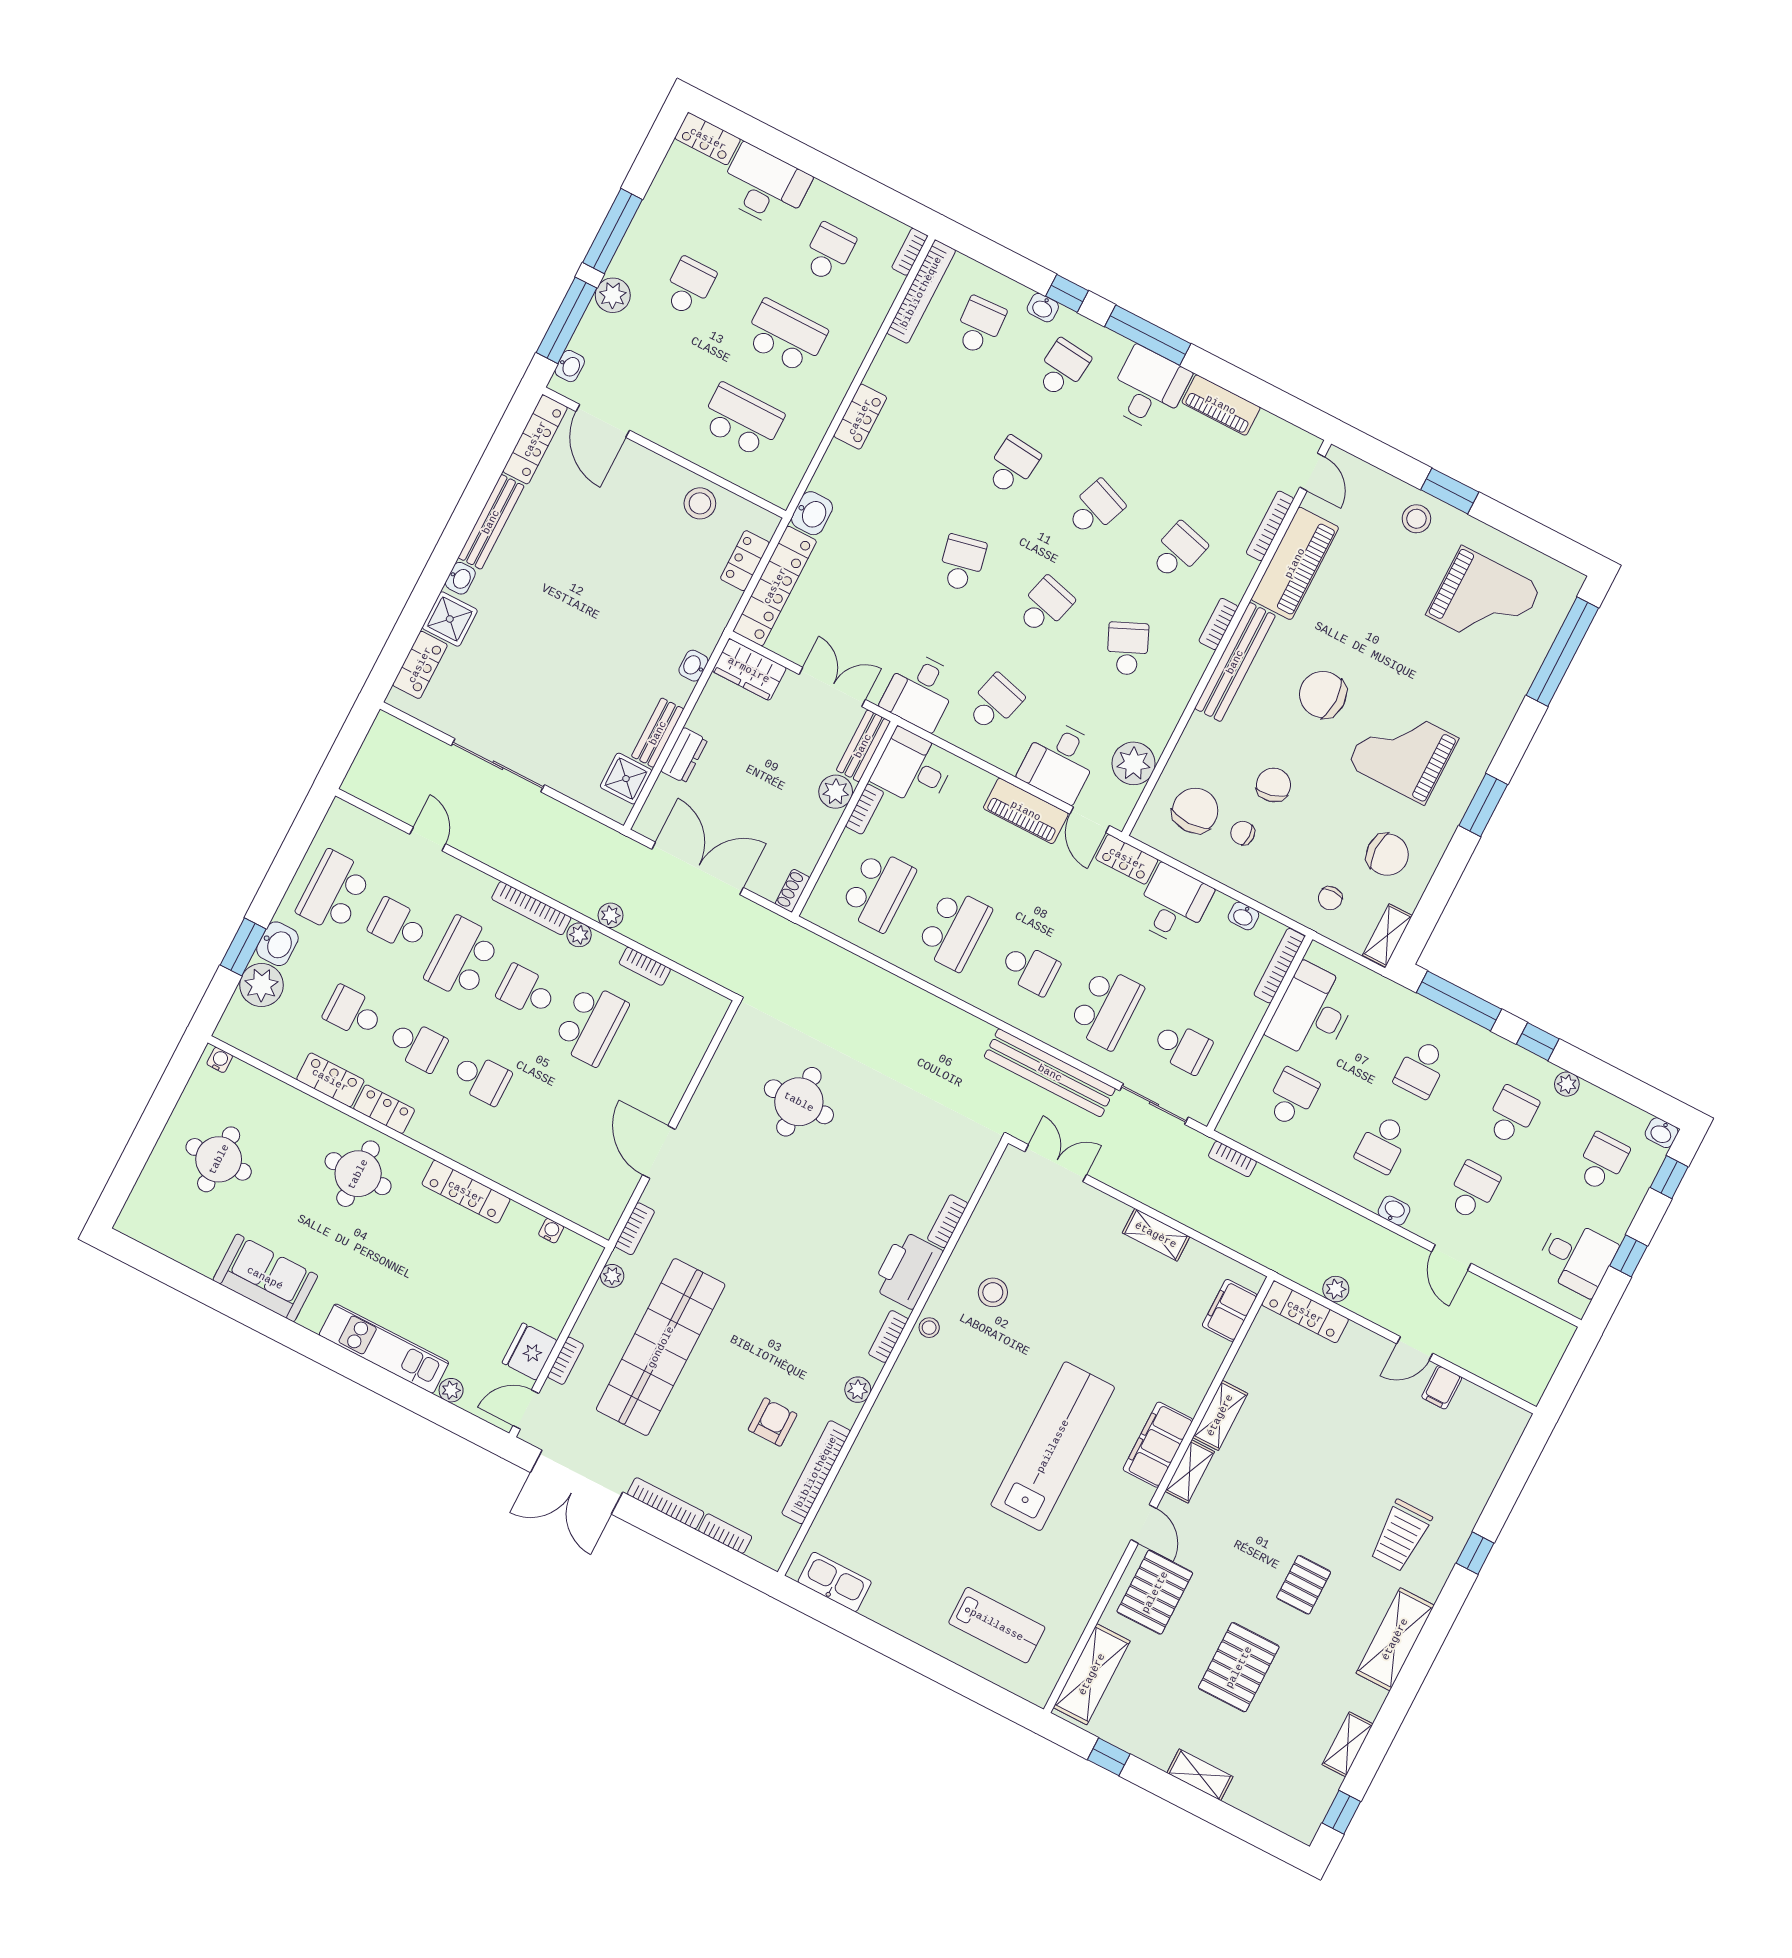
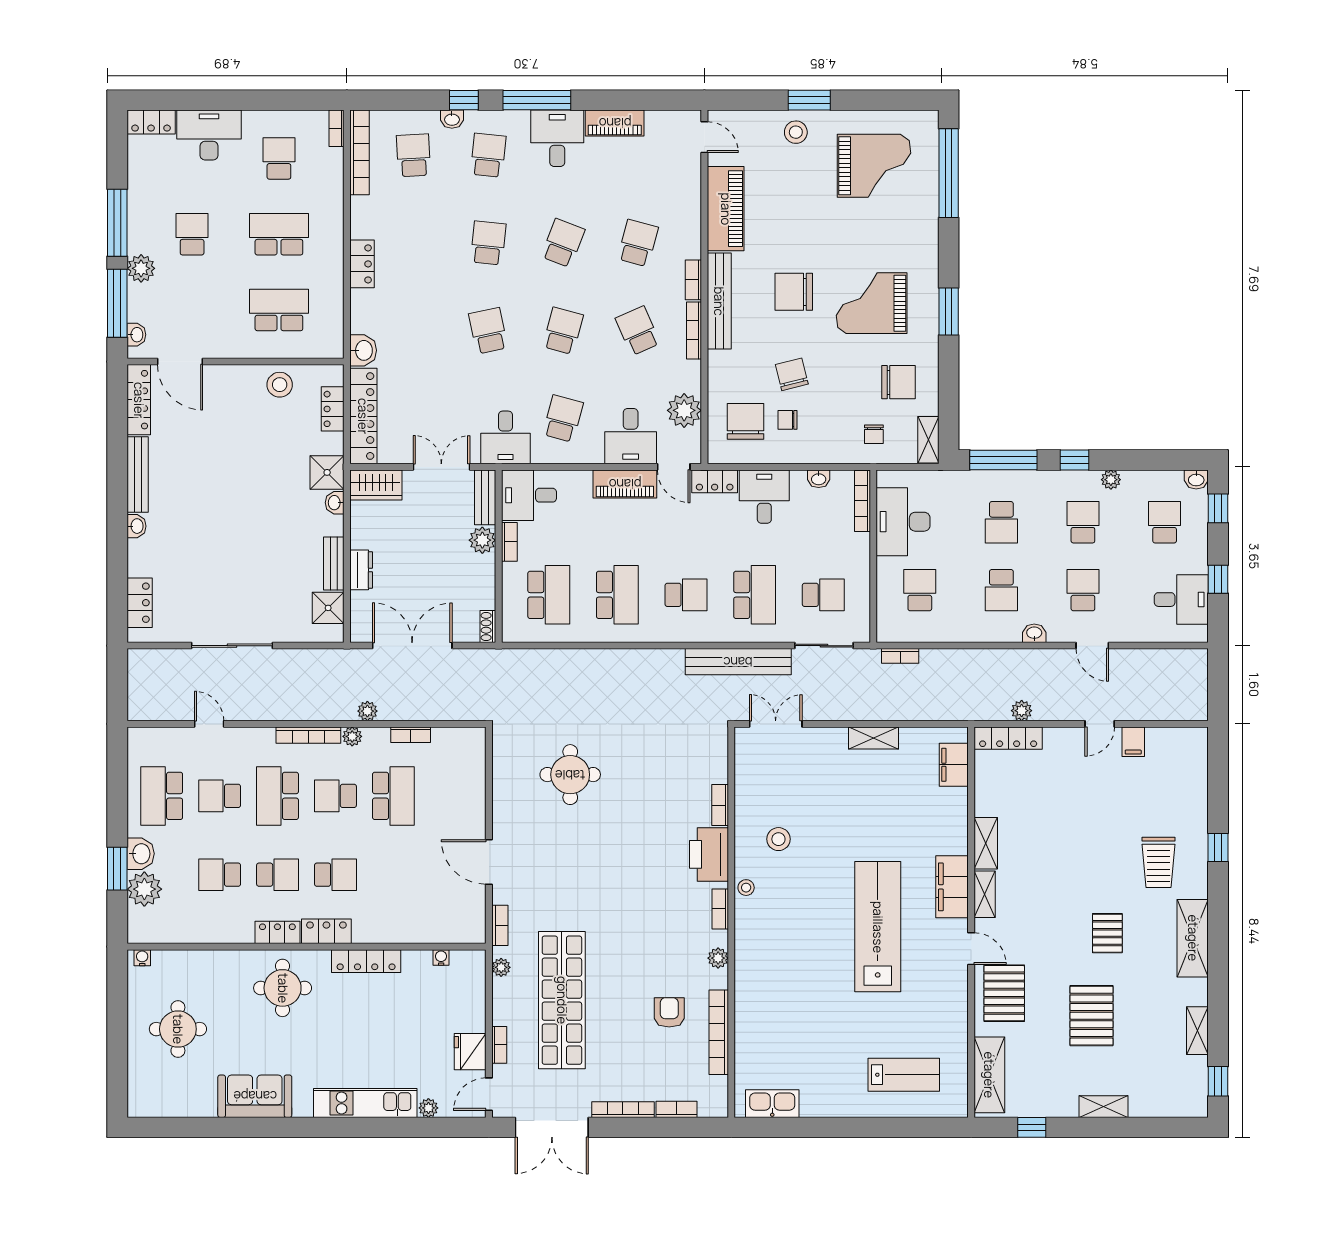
bookcase: (1270, 526) -> (694, 330), moved
shower: (450, 619) -> (327, 472), moved
locker: (330, 1080) -> (326, 931), moved

